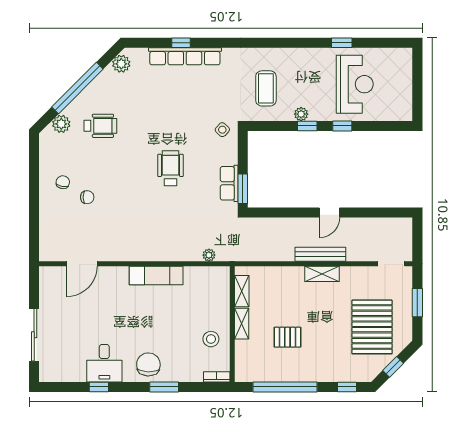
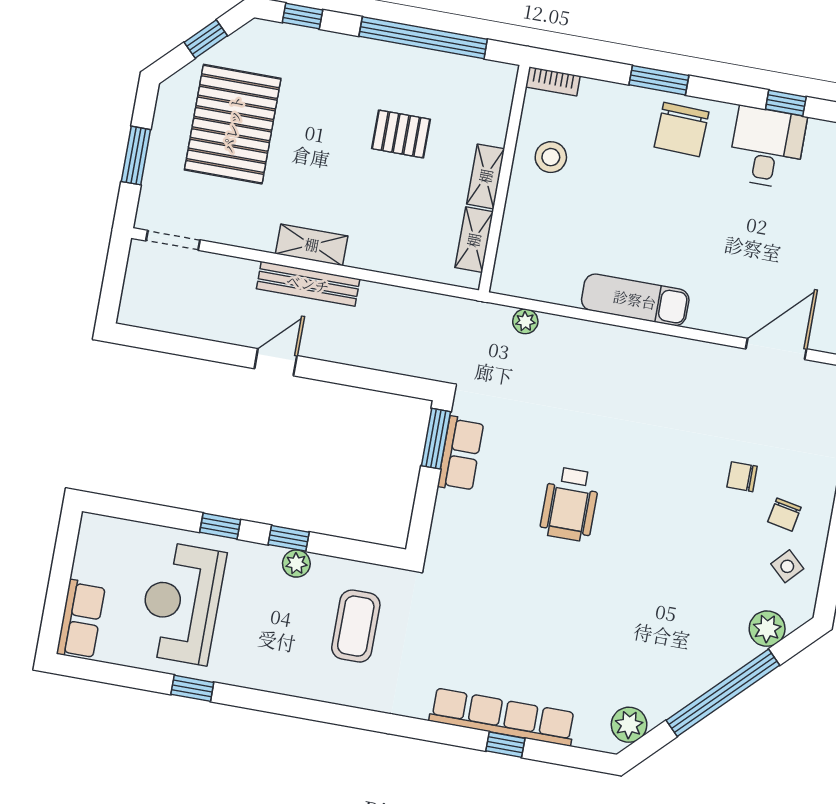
row of seats: (403, 67) -> (81, 620), added
wheelchair: (100, 126) -> (692, 611), removed
side table: (222, 130) -> (787, 566), moved

